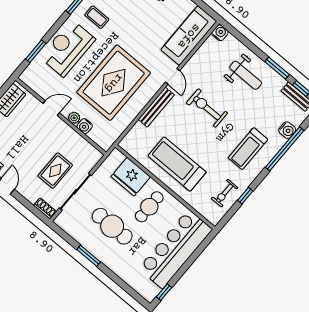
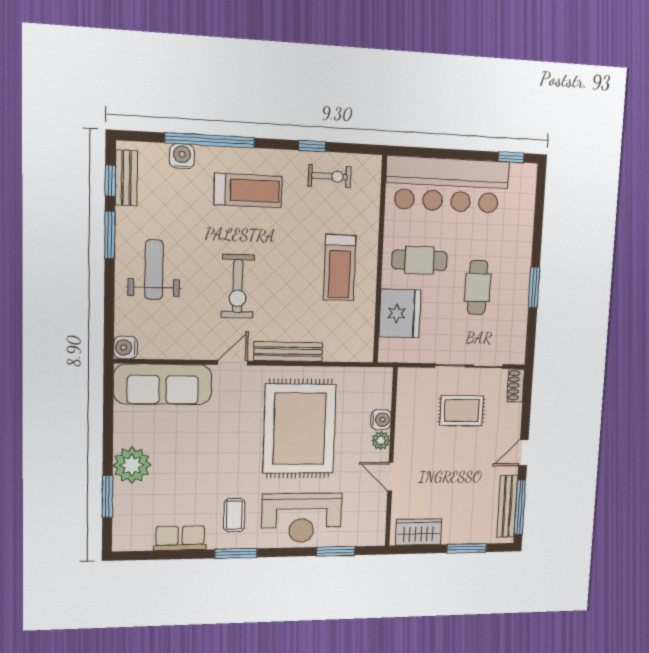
rug: (114, 83) -> (299, 429), turned 90
treadmill: (177, 164) -> (340, 268), width x0.73, depth x0.73
cafe table: (112, 226) -> (478, 287), width x0.73, depth x0.74

